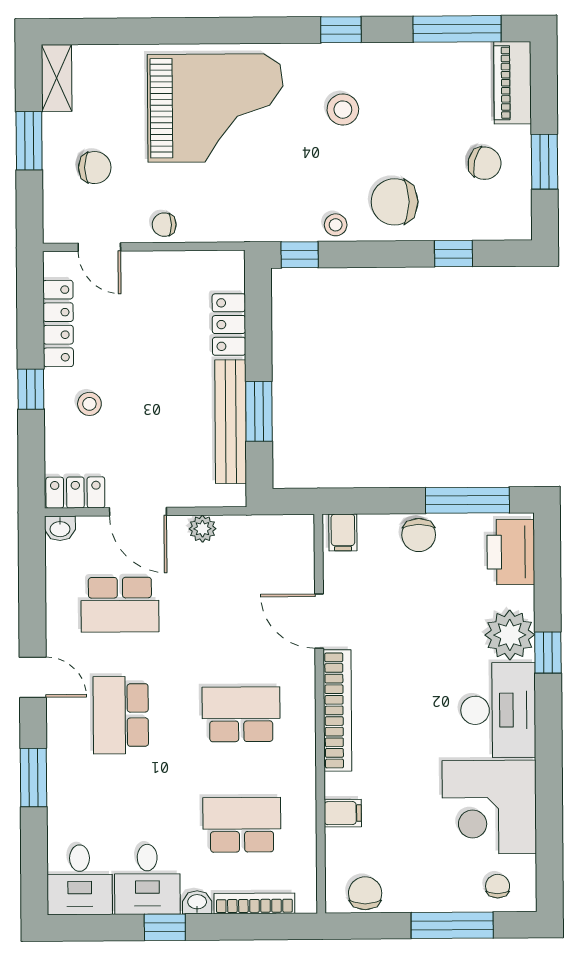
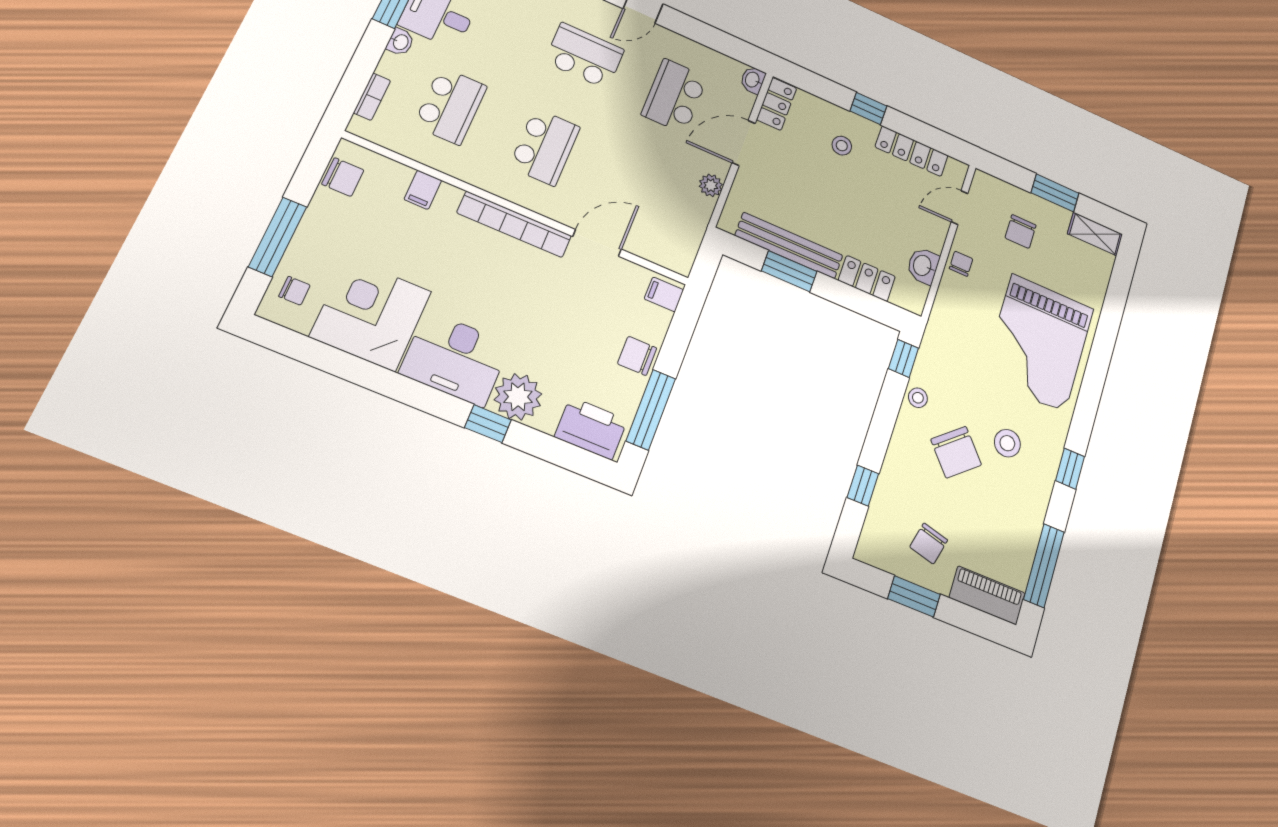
chair: (395, 202) -> (956, 452), moved, turned 139
washbasin: (186, 267) -> (923, 266), added
bookcase: (254, 903) -> (372, 97), width x0.64

